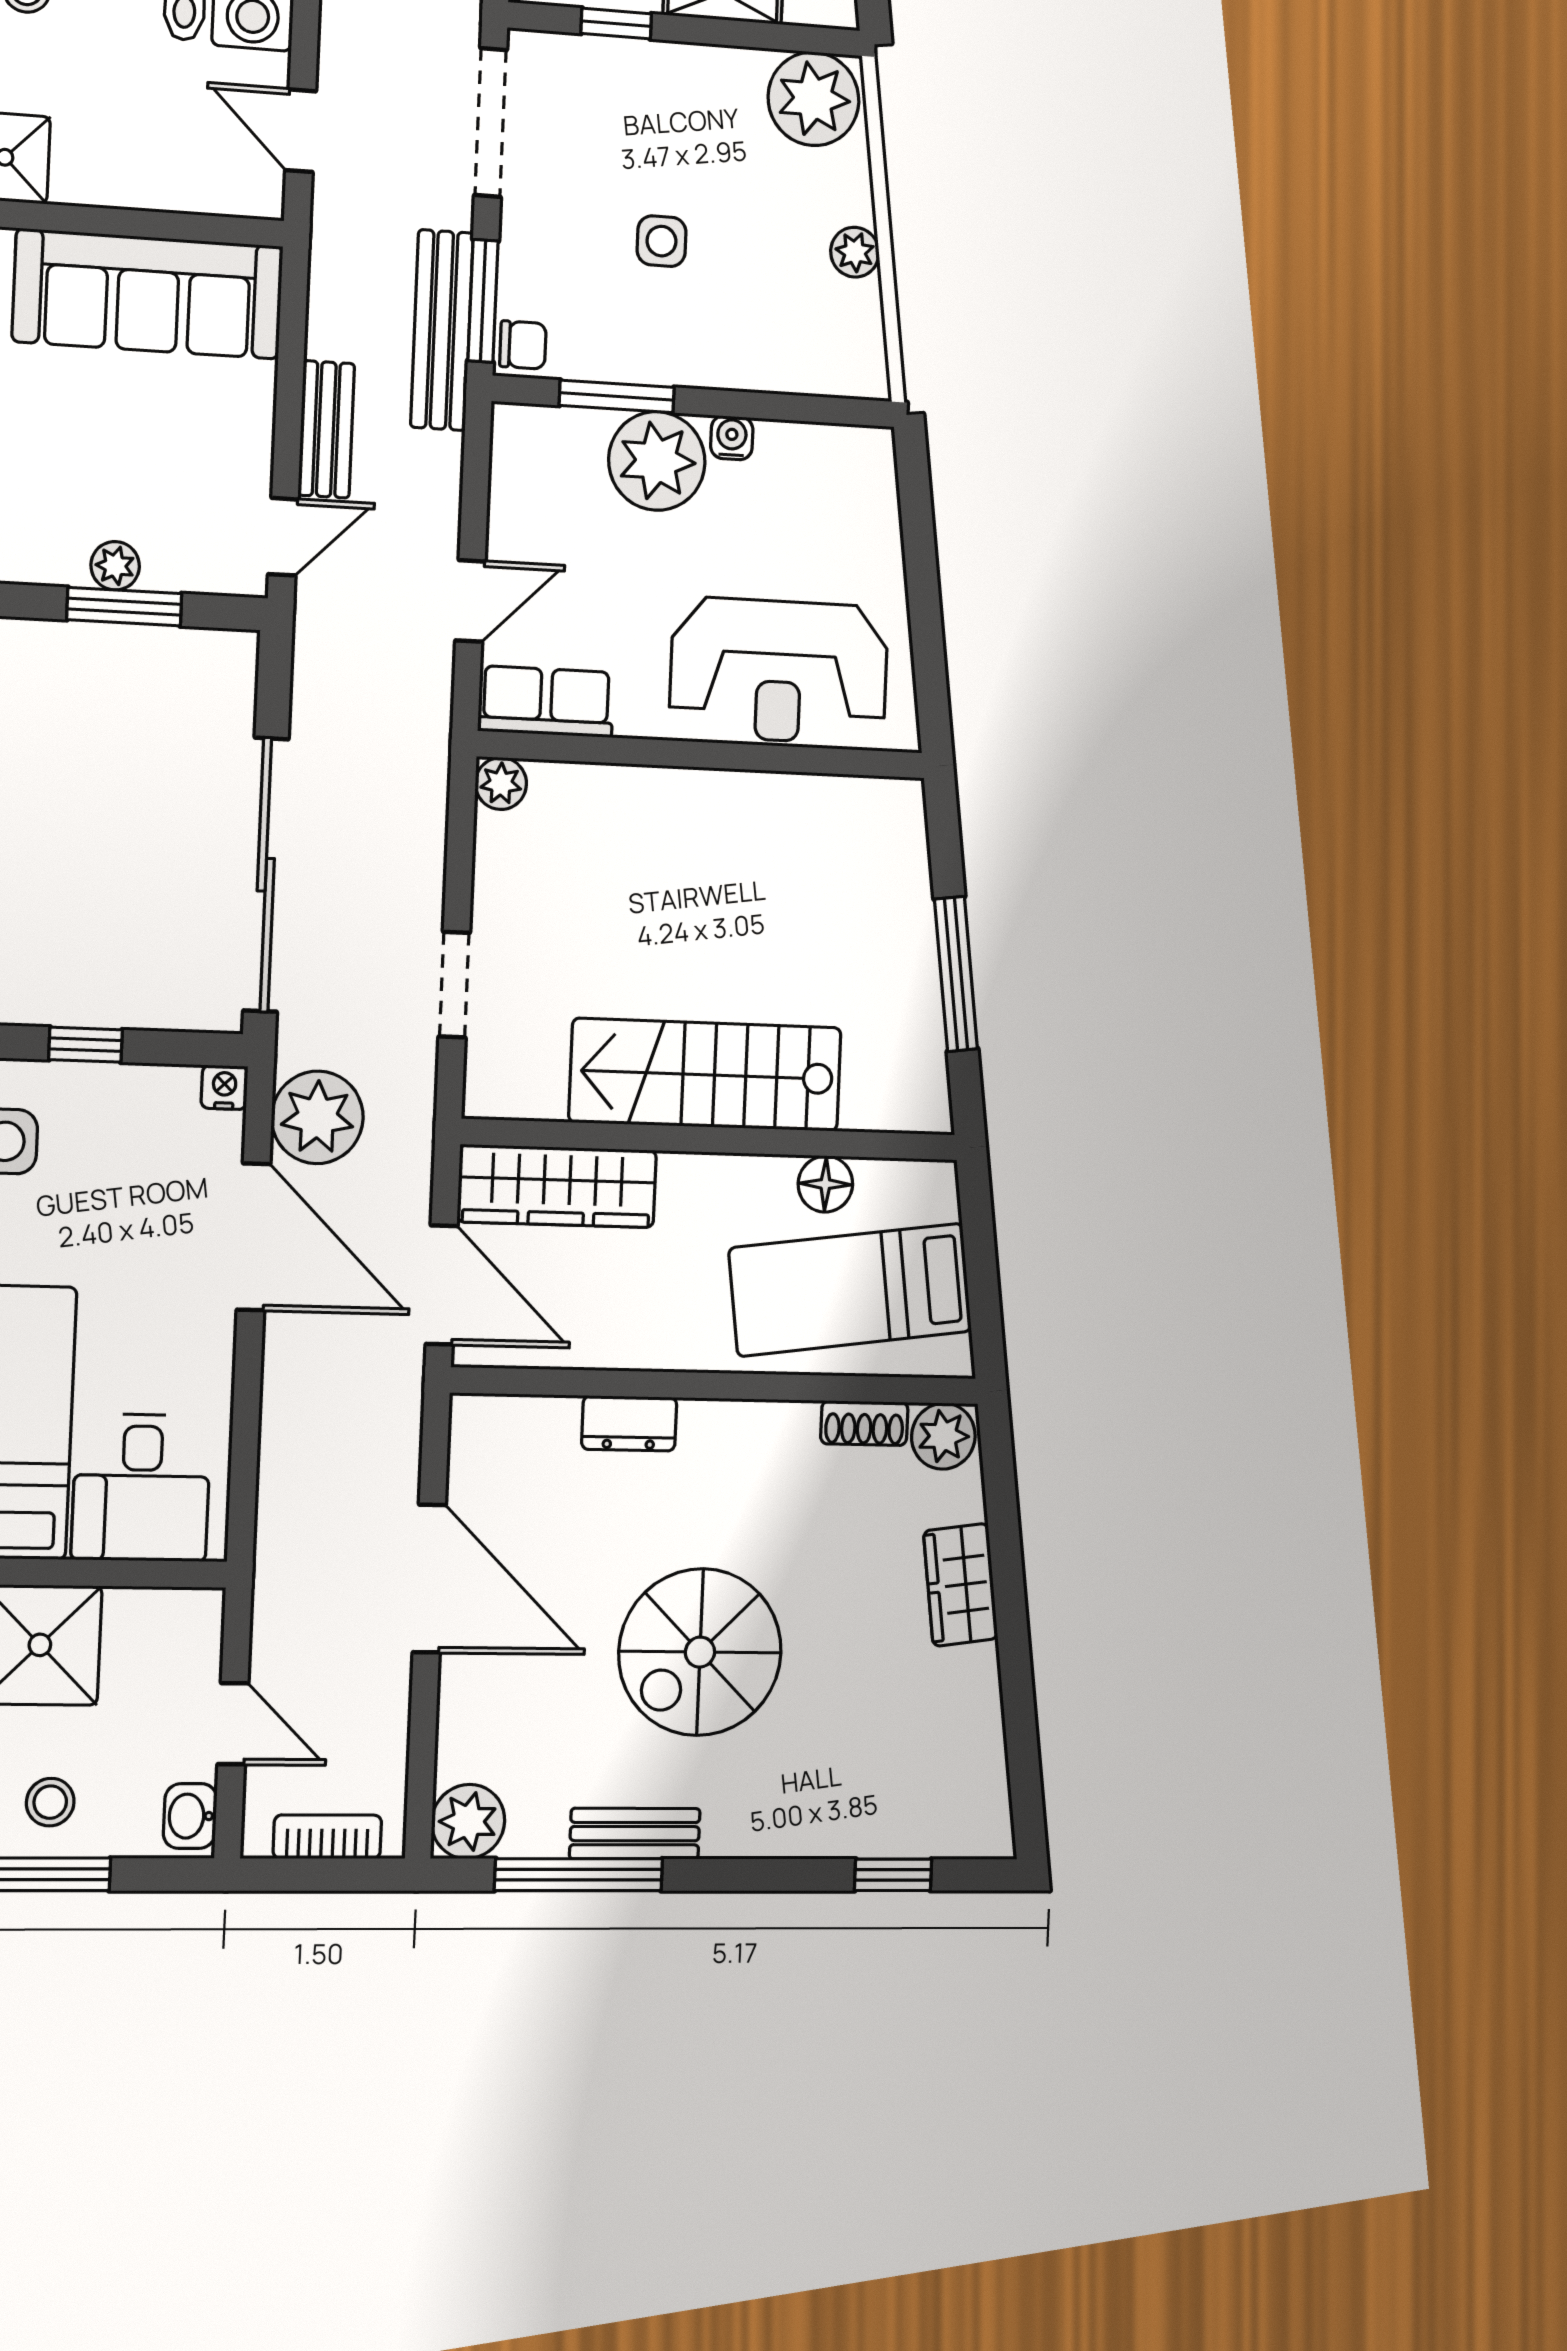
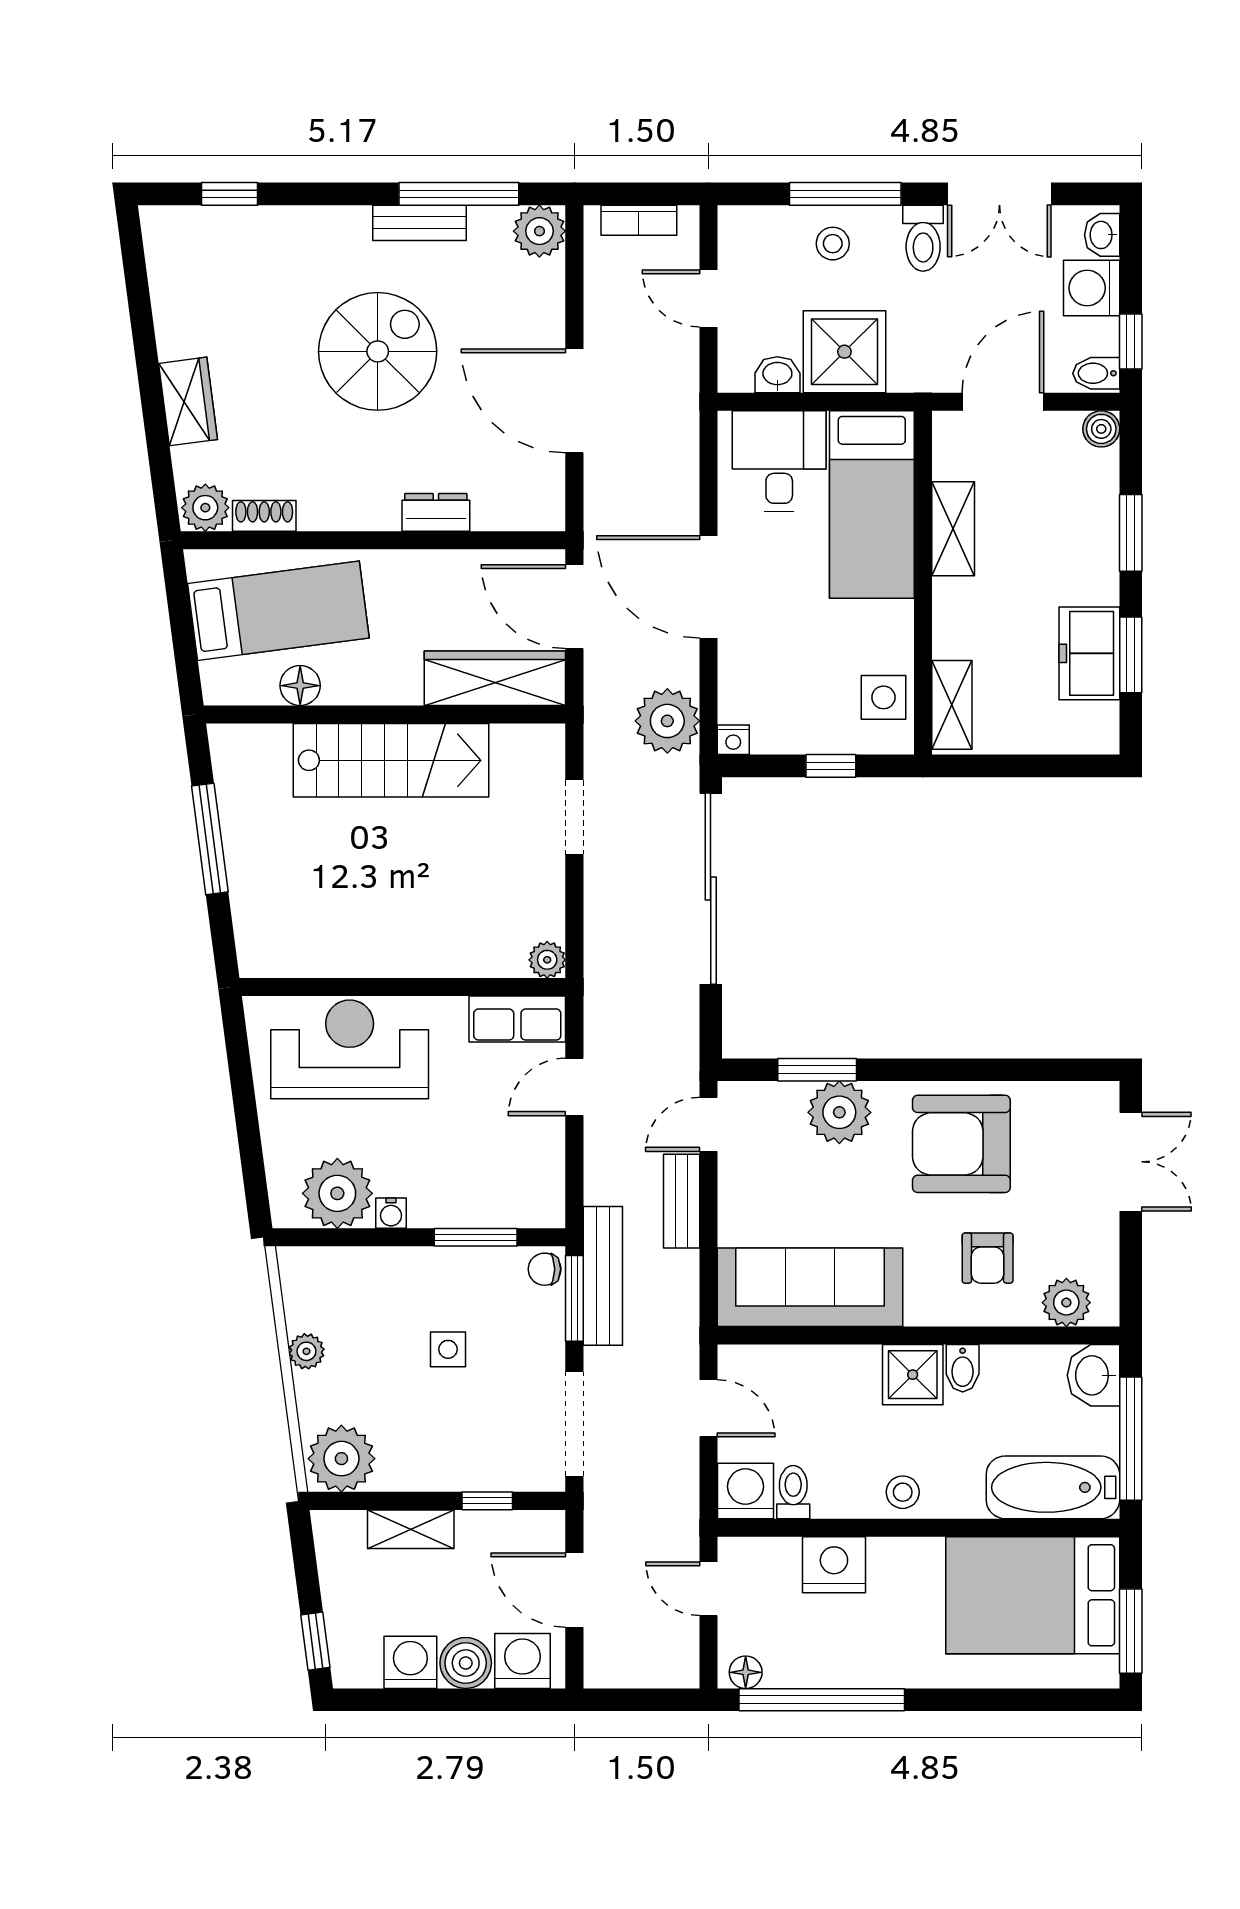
plant: (657, 461) -> (337, 1193), moved
plant: (115, 566) -> (839, 1112), width x1.87, depth x1.87
door: (254, 1237) -> (708, 587), moved
washbasin: (190, 1816) -> (777, 375), moved, turned -90

